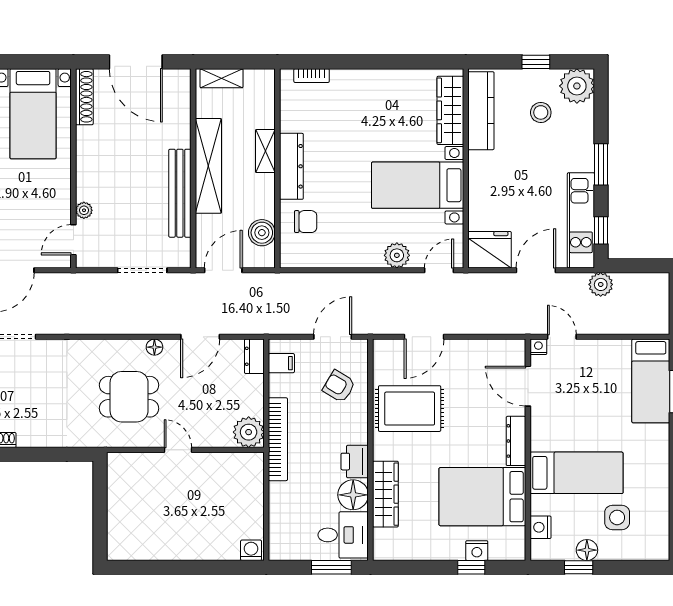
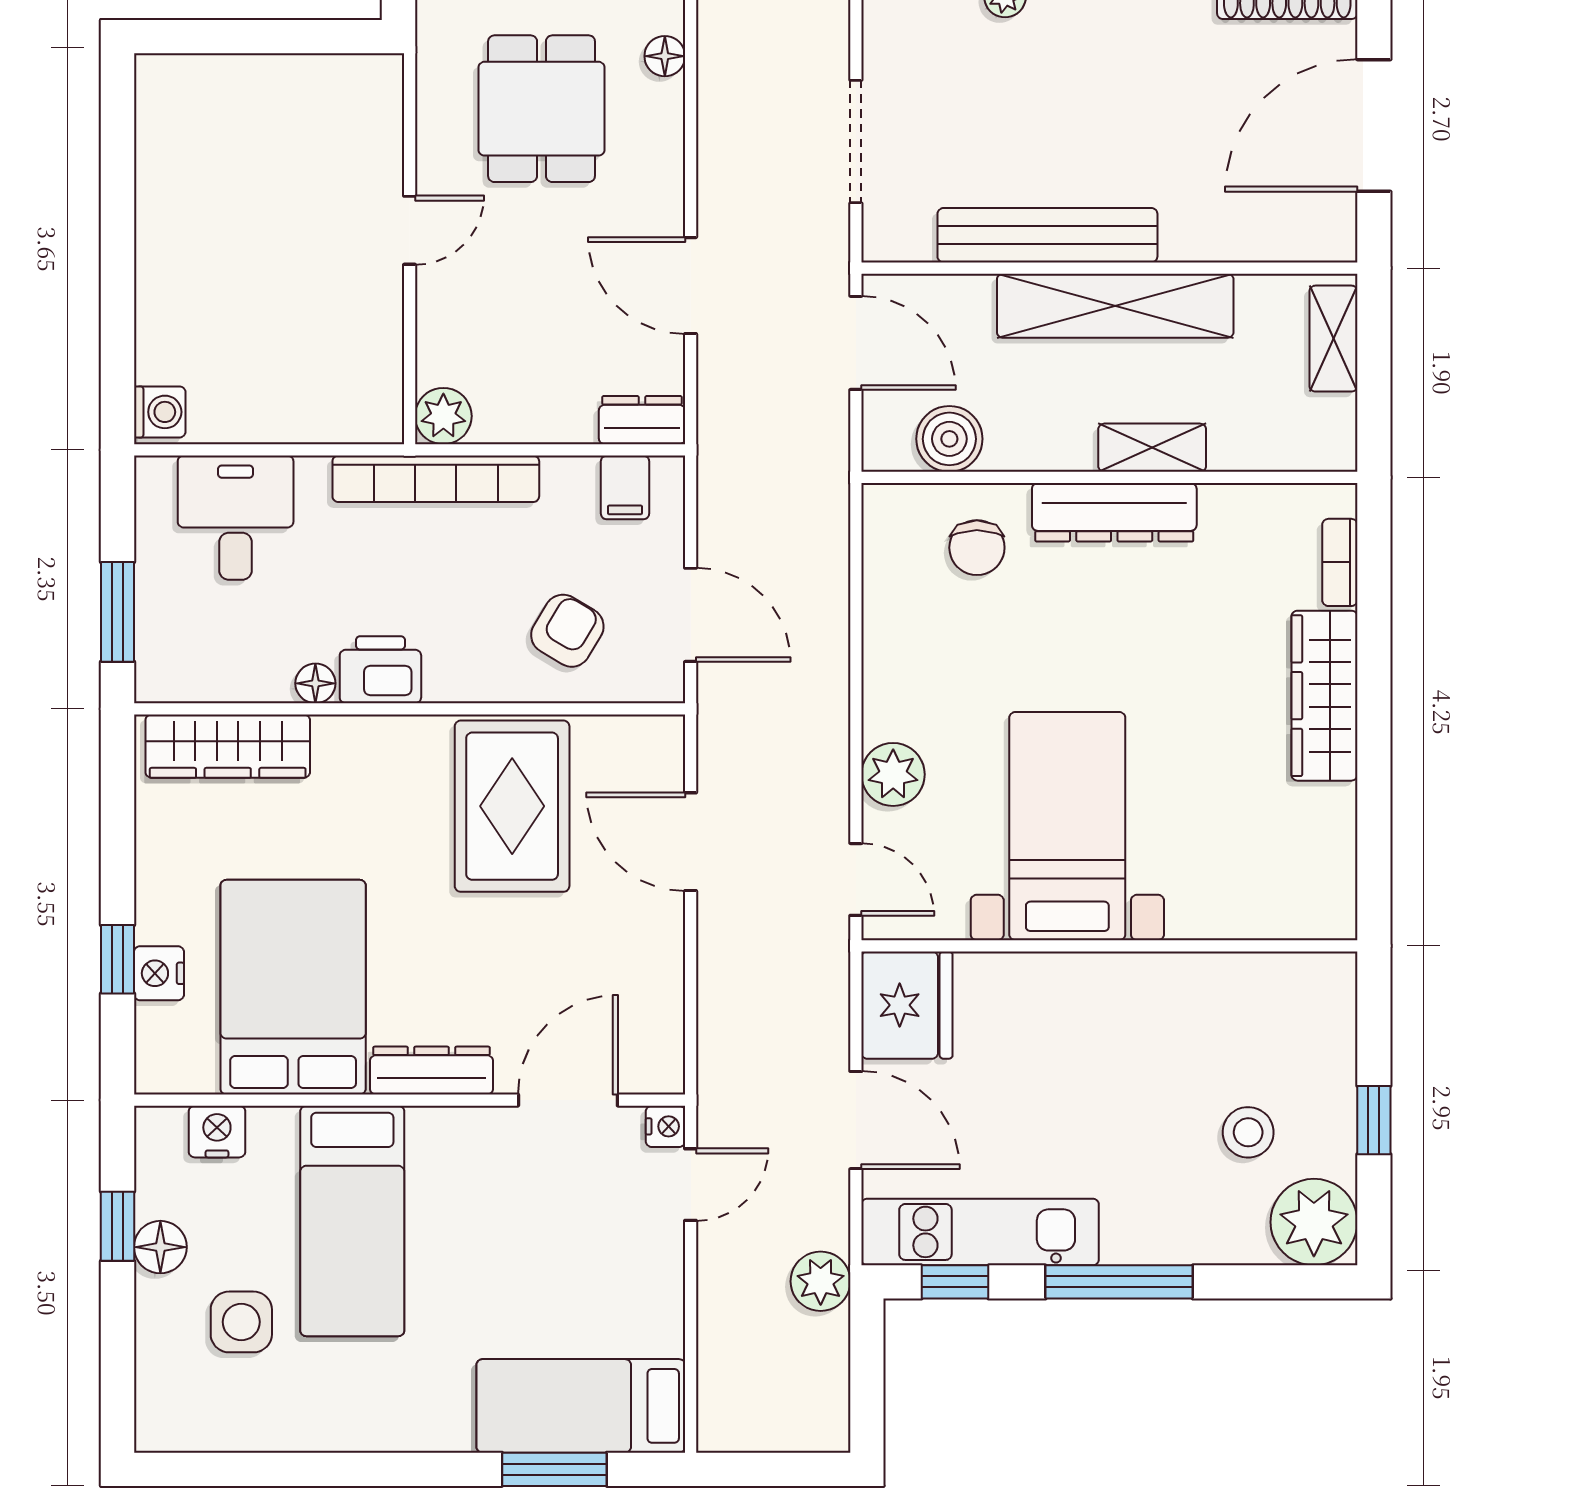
wardrobe: (450, 110) -> (1324, 696), moved, turned -90
kitchen counter: (481, 111) -> (1252, 984), removed
window: (601, 164) -> (1119, 1282), width x1.44
floor lamp: (154, 347) -> (665, 56), moved
plant: (249, 432) -> (443, 416), width x0.73, depth x0.73
wardrobe: (385, 494) -> (228, 746), moved
floor lamp: (353, 495) -> (315, 683), width x0.53, depth x0.53
desk: (343, 535) -> (236, 518), moved, turned 180

